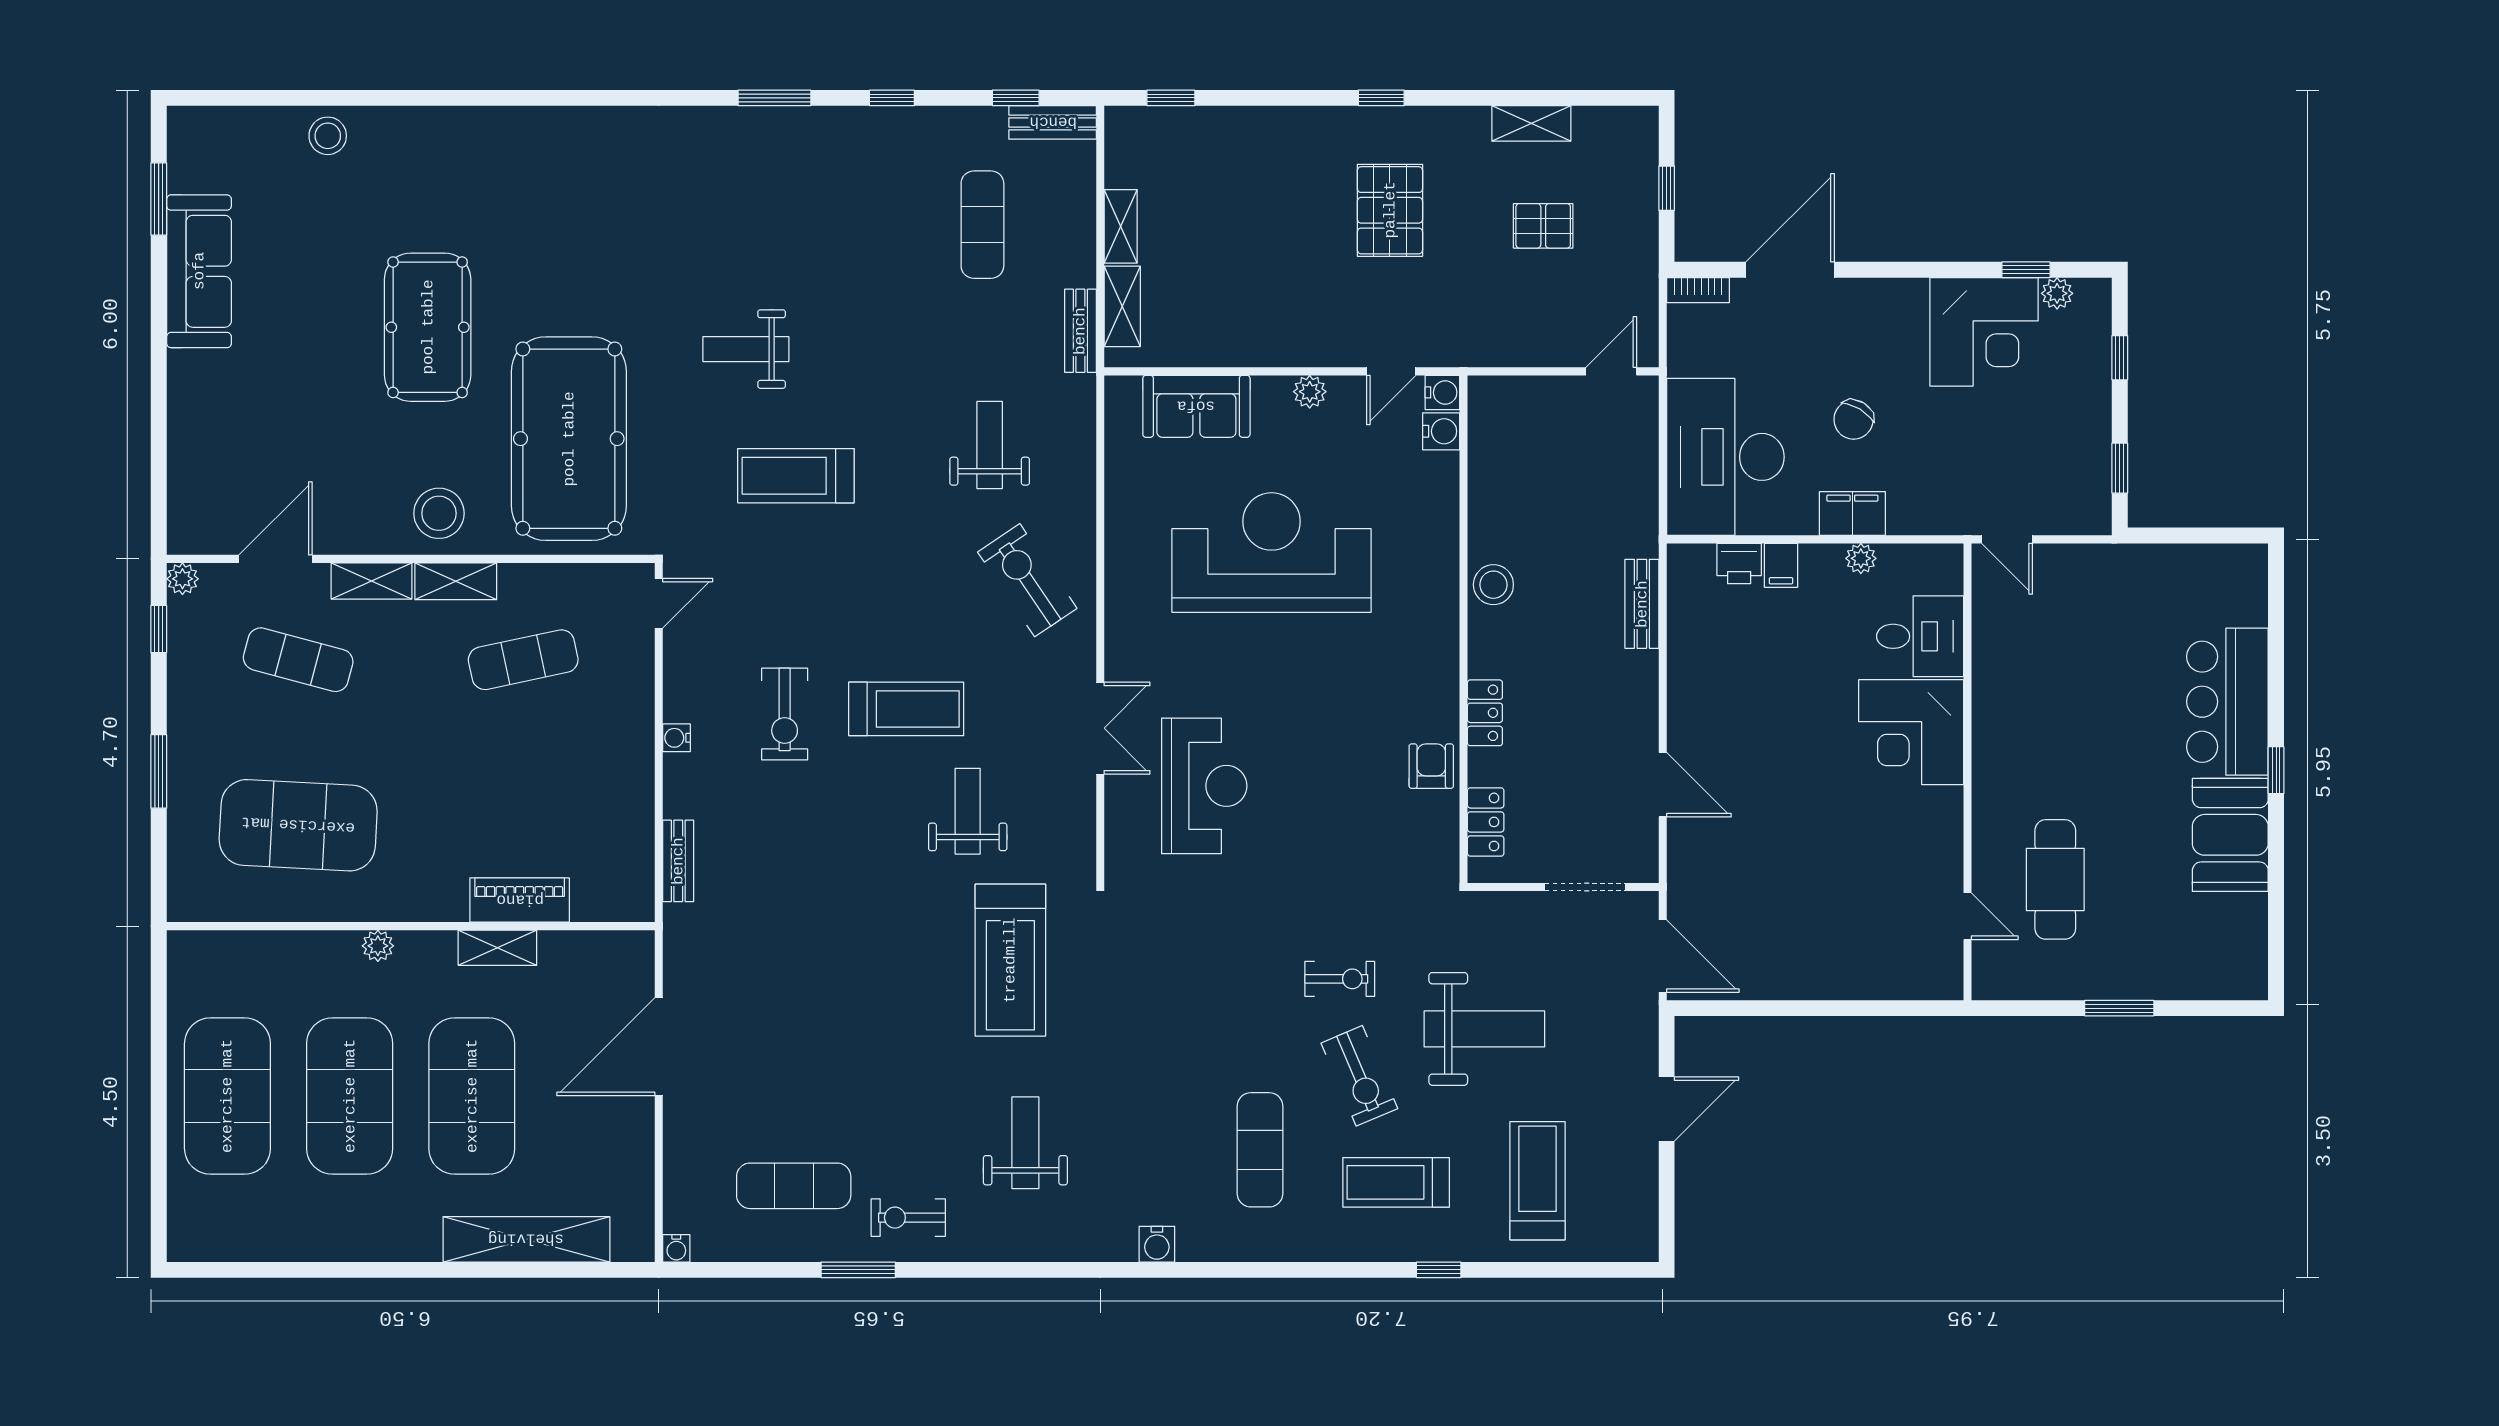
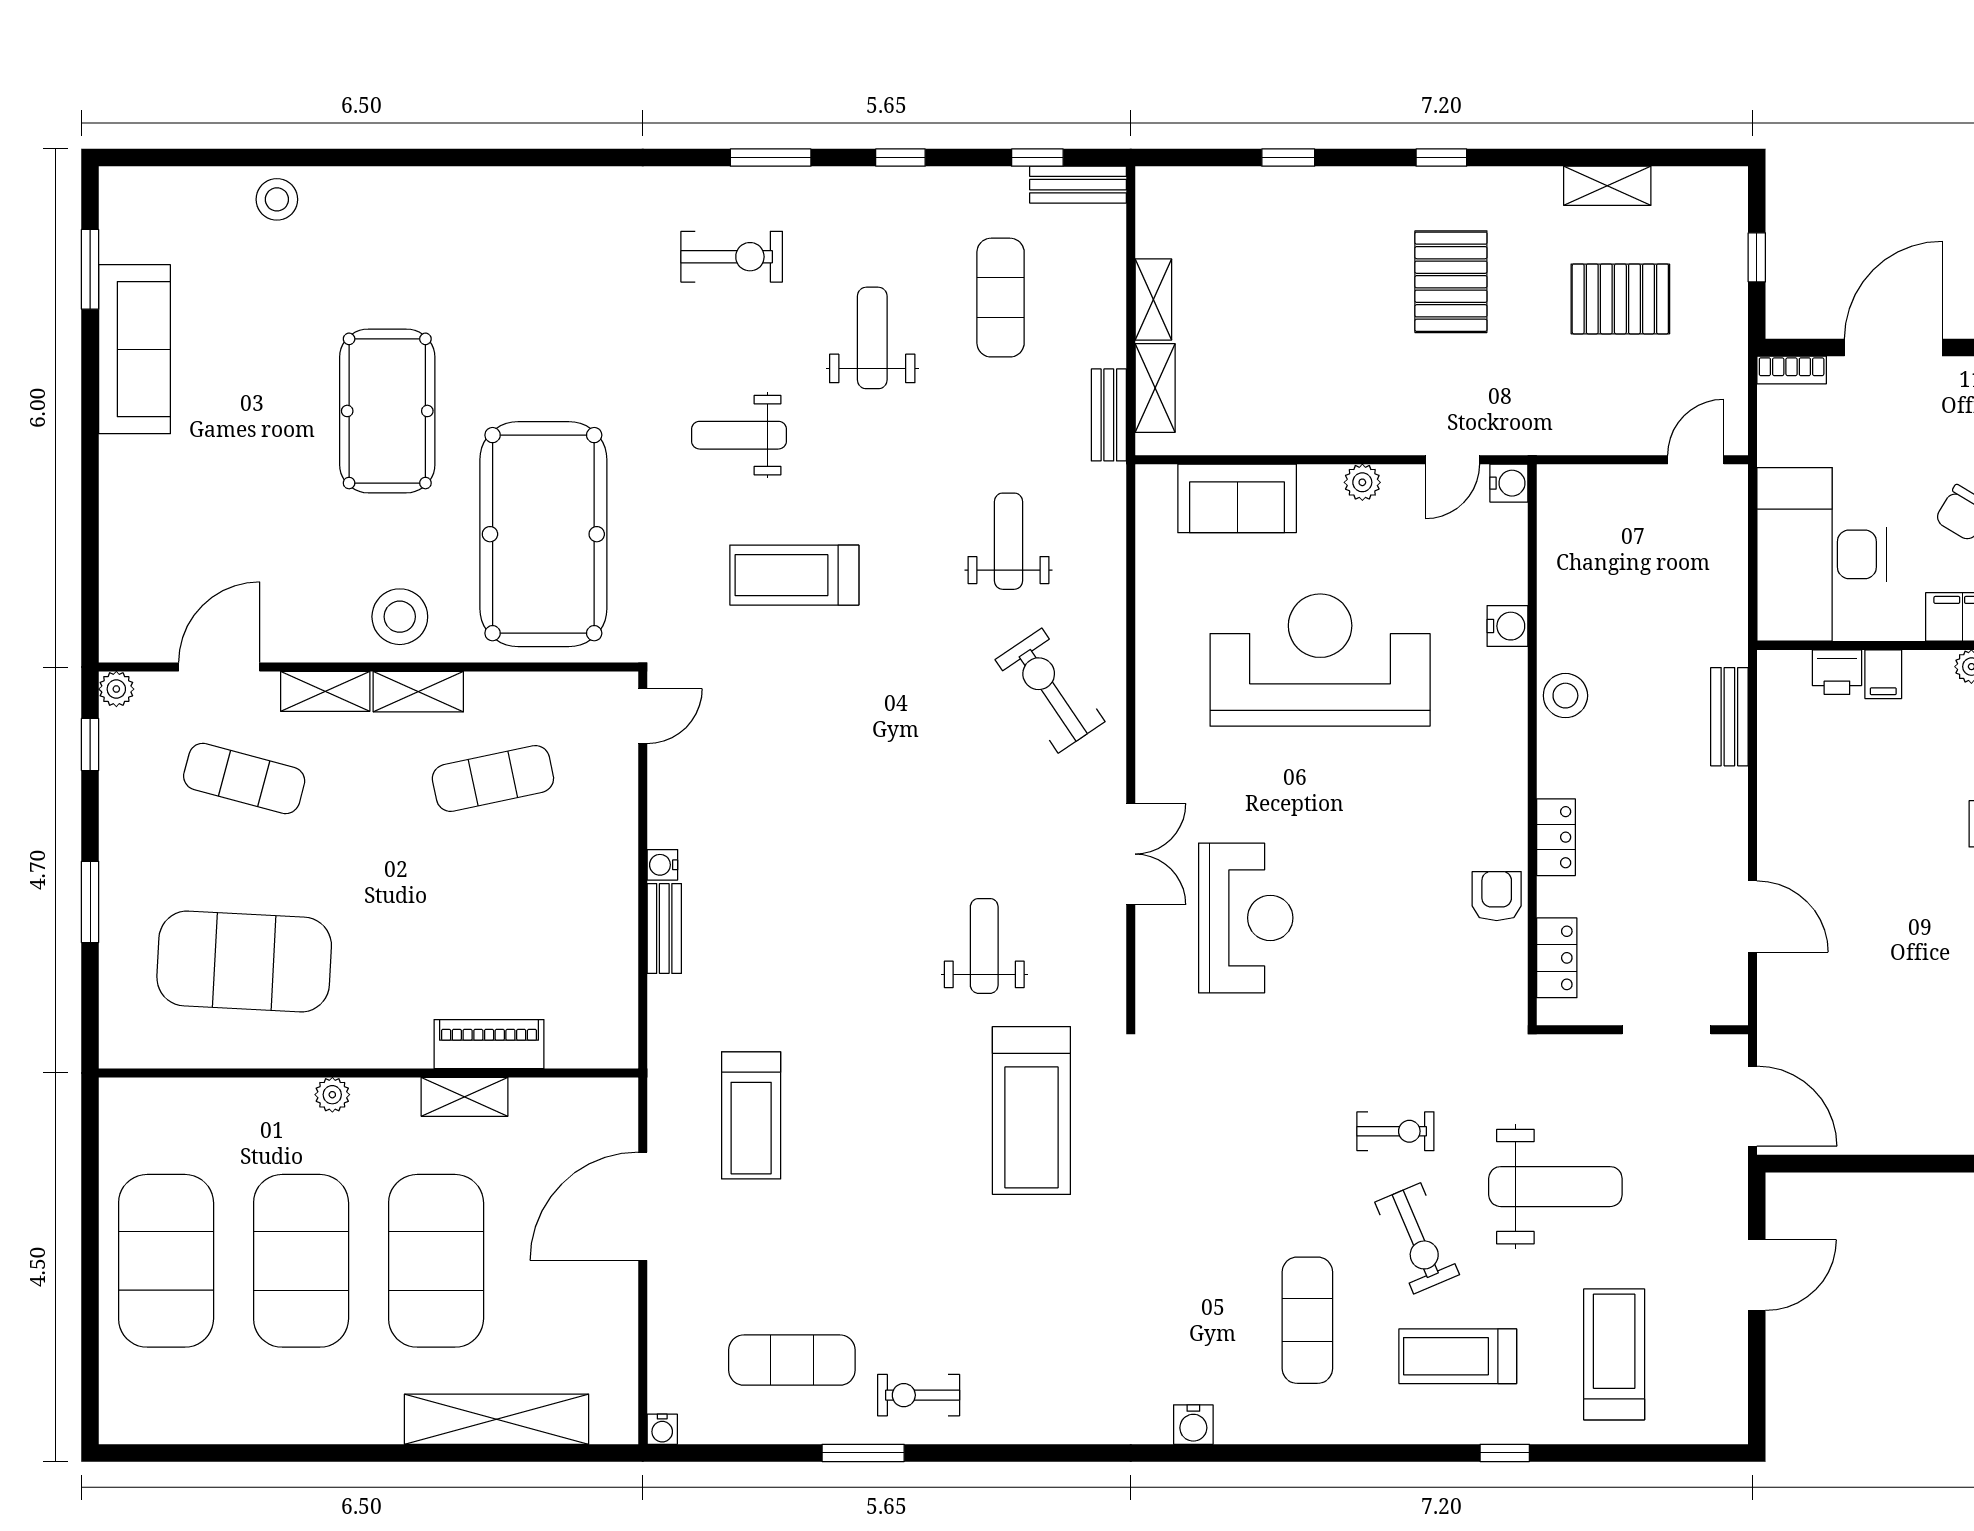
window: (1171, 98) -> (1288, 158), moved
pallet: (1543, 226) -> (1620, 299), width x1.50, depth x1.42
water cooler: (1441, 431) -> (1508, 626), moved
treadmill: (906, 709) -> (751, 1115), moved, turned 90
exercise bike: (785, 714) -> (732, 257), moved, turned -90
bench: (678, 861) -> (664, 928), moved
weight bench: (1025, 1143) -> (872, 338), moved

